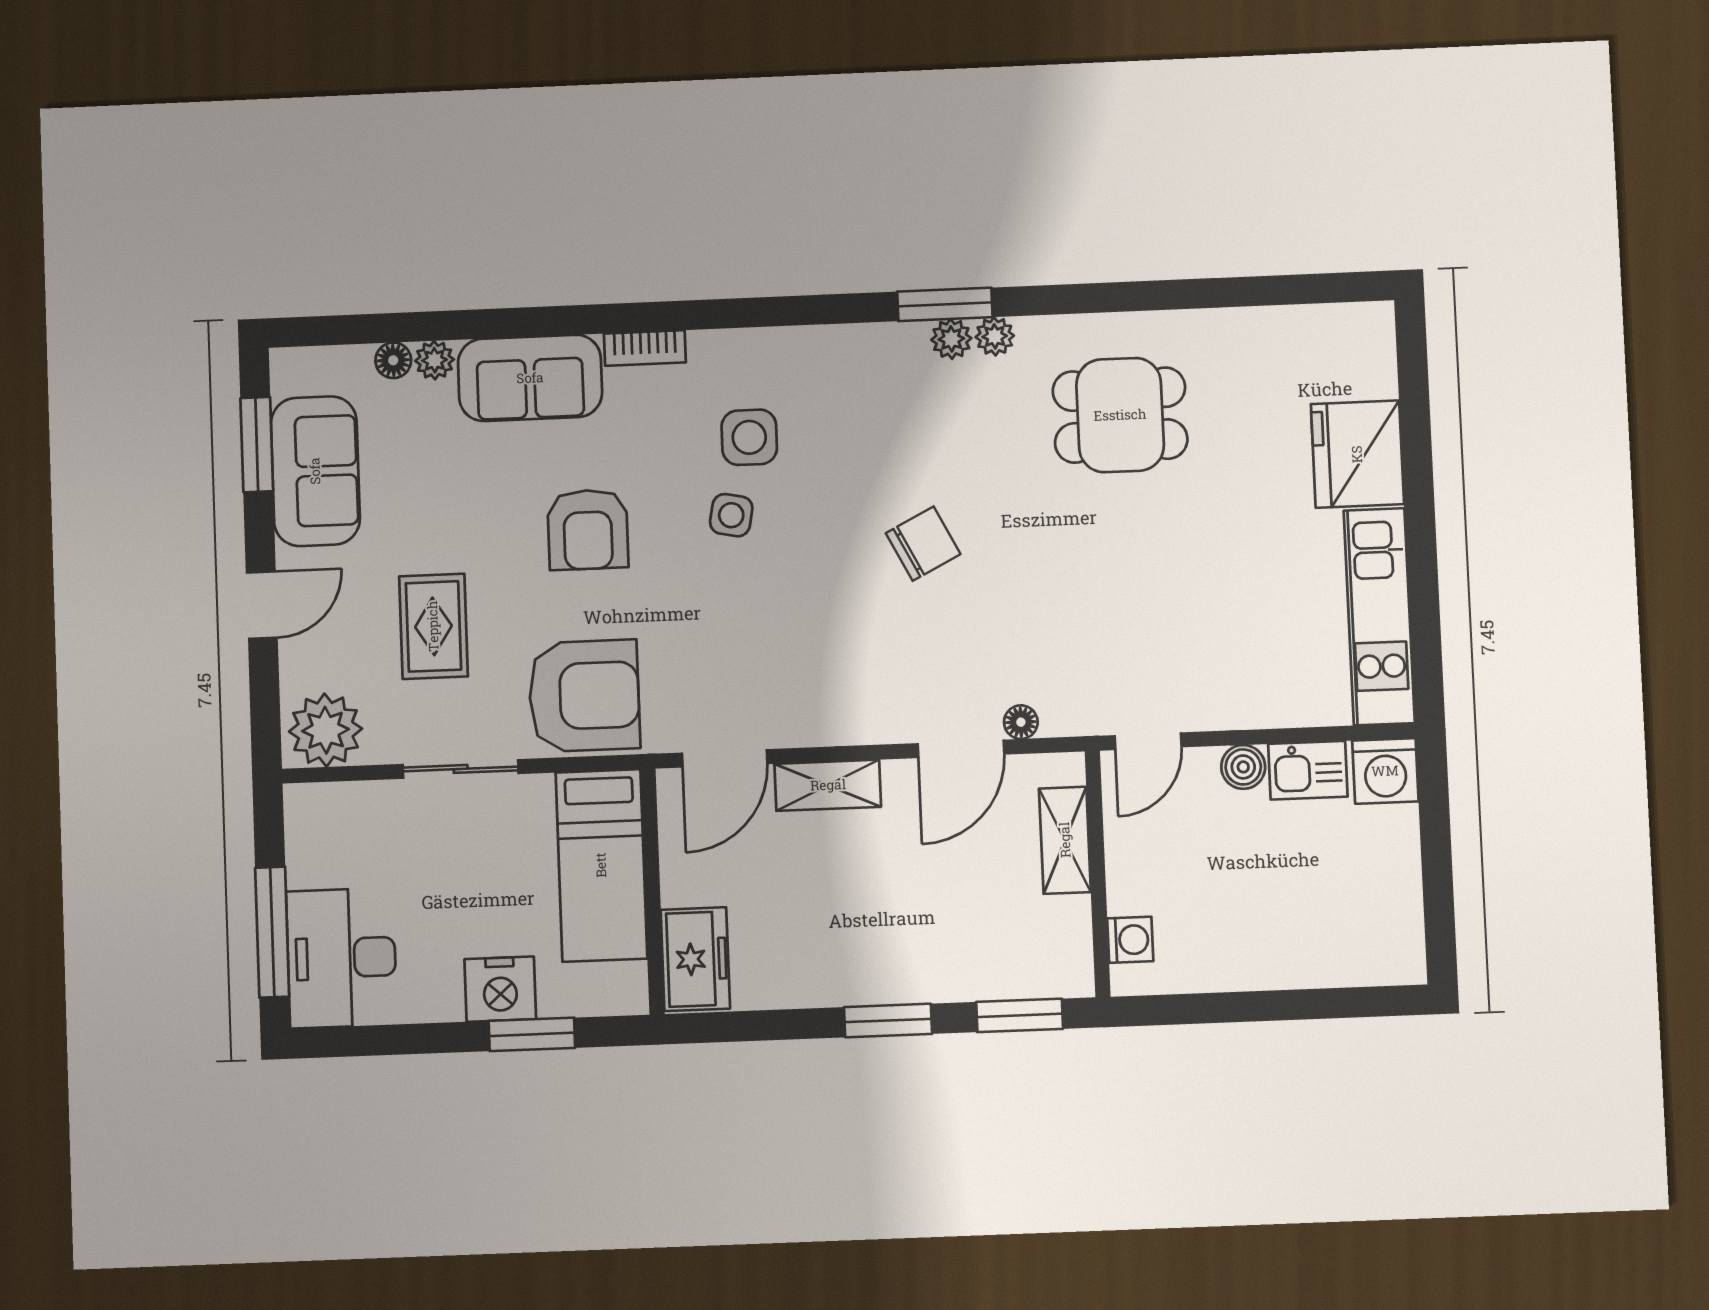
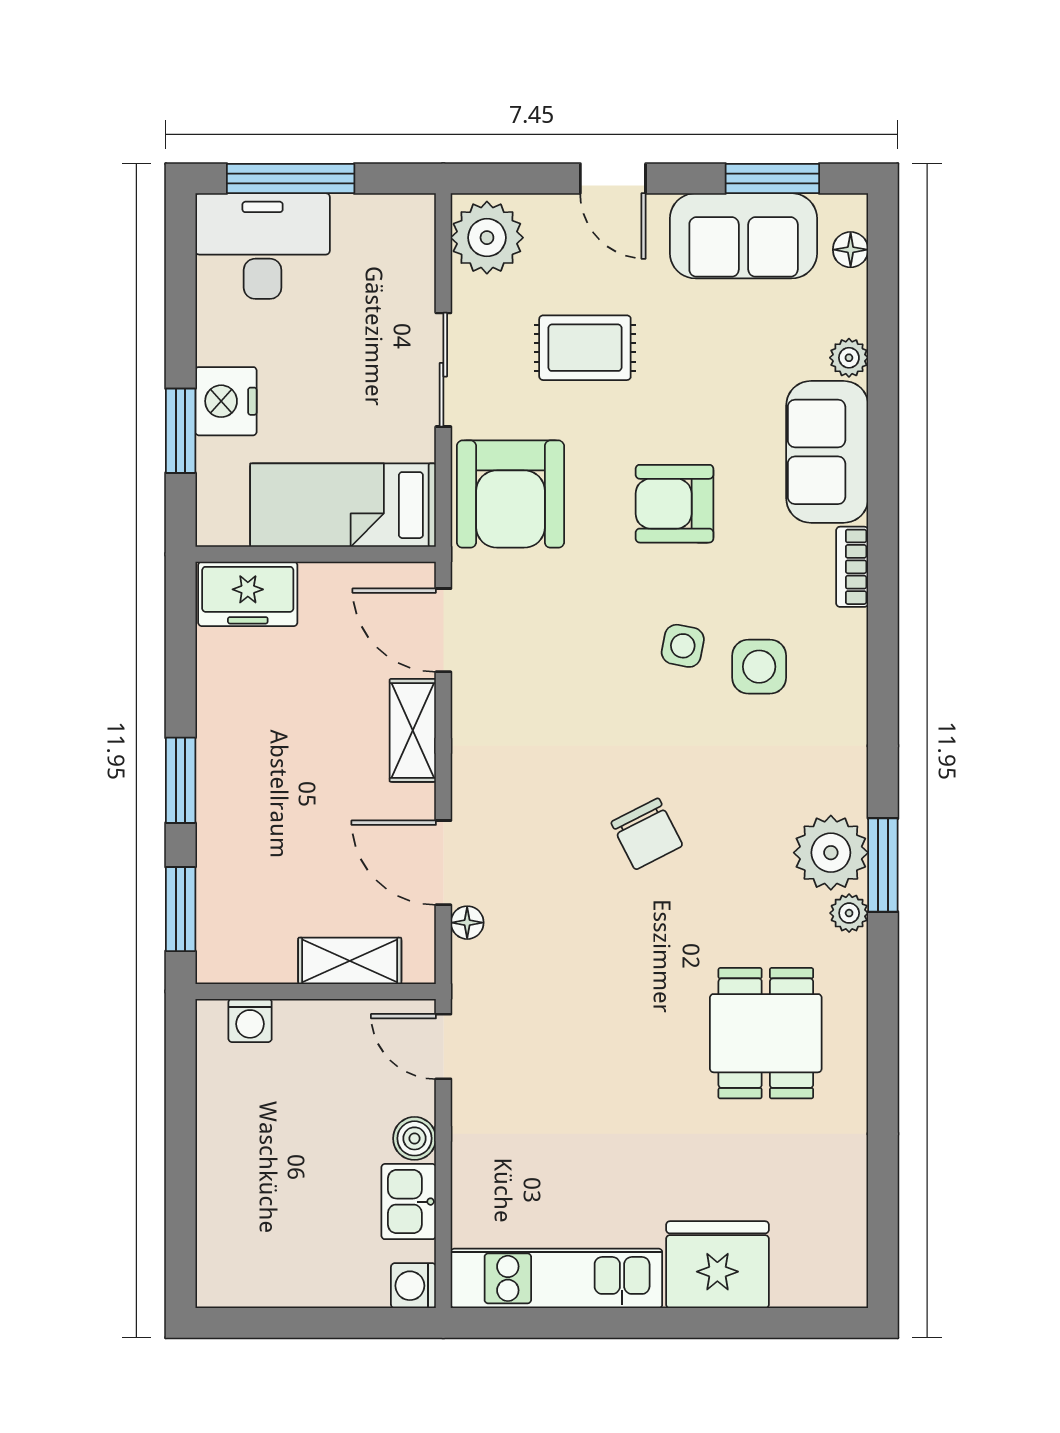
plant: (951, 339) -> (831, 853), width x1.87, depth x1.87
floor lamp: (393, 360) -> (851, 250), moved
washing machine: (1385, 771) -> (413, 1286), width x0.73, depth x0.73

